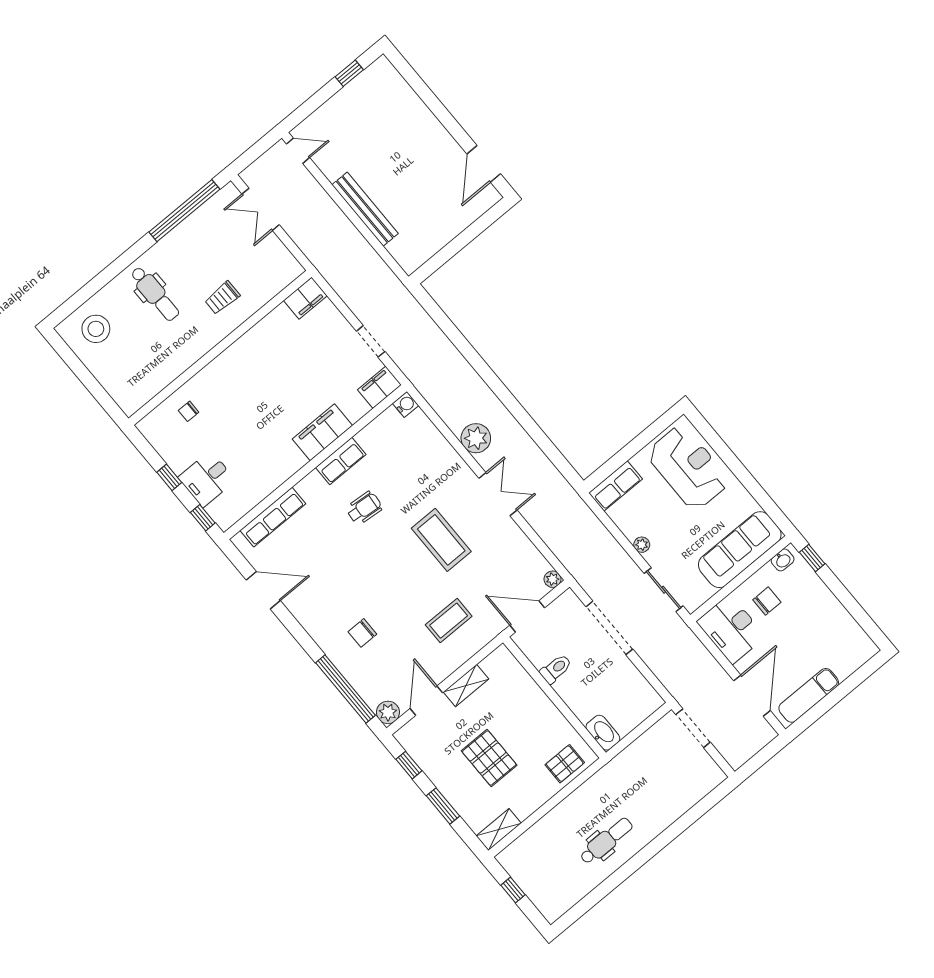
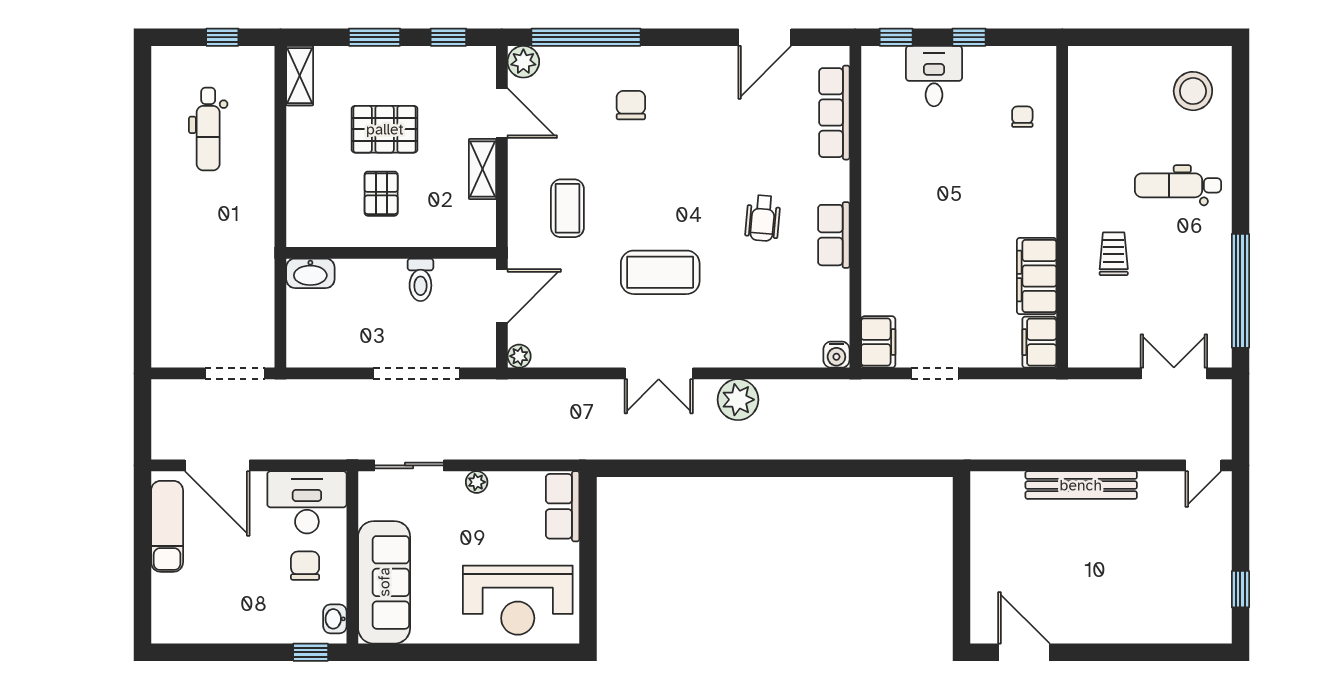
filing cabinet: (322, 432) -> (1037, 276), moved, turned 180
chair: (767, 601) -> (305, 566), turned 180
pallet: (565, 764) -> (381, 194), moved
dental chair: (606, 841) -> (208, 129), moved

